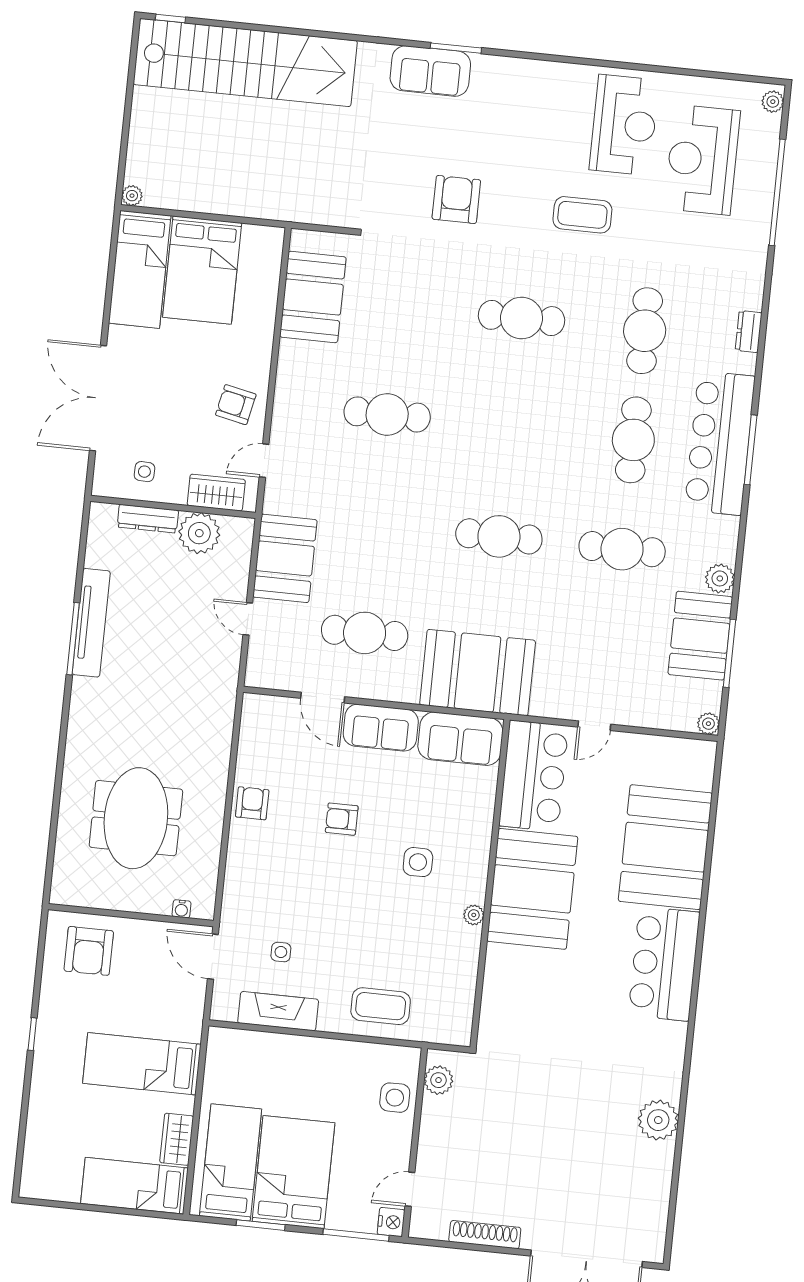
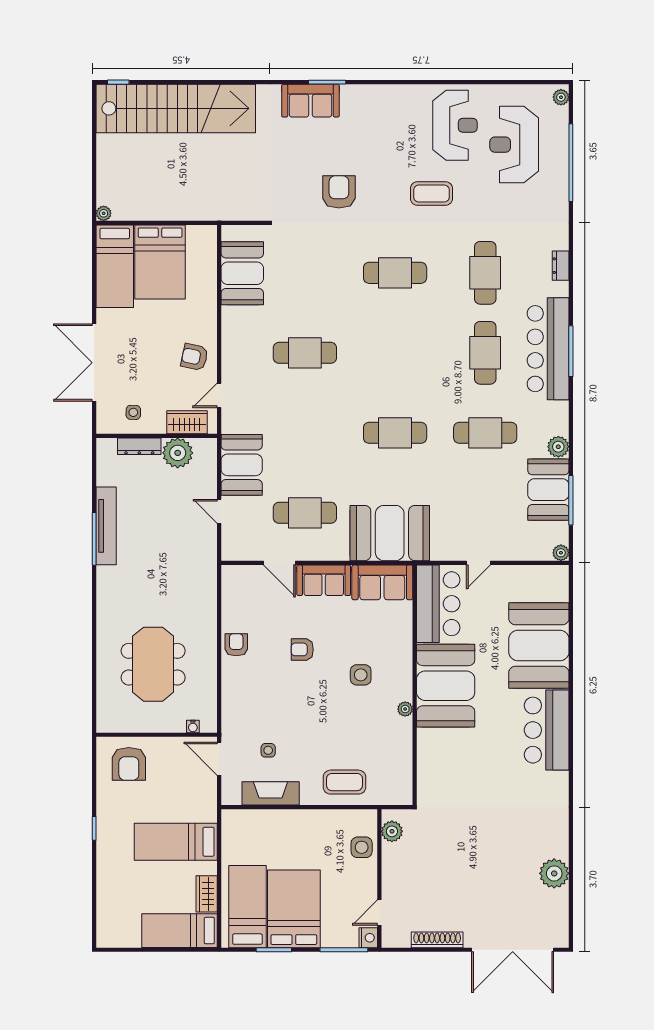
plant: (658, 1120) -> (554, 873), moved

